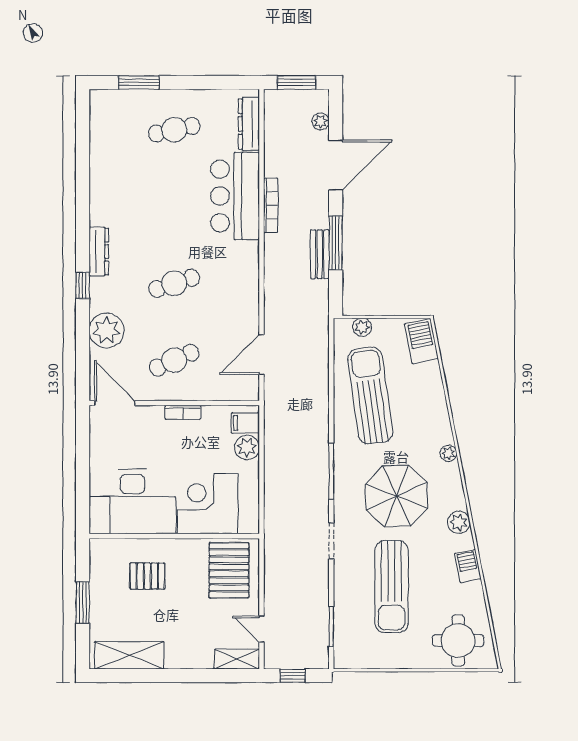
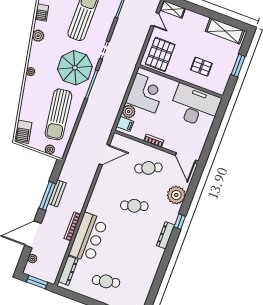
parasol: (396, 496) -> (75, 68), moved
corner desk: (208, 504) -> (146, 93), moved, turned -90

